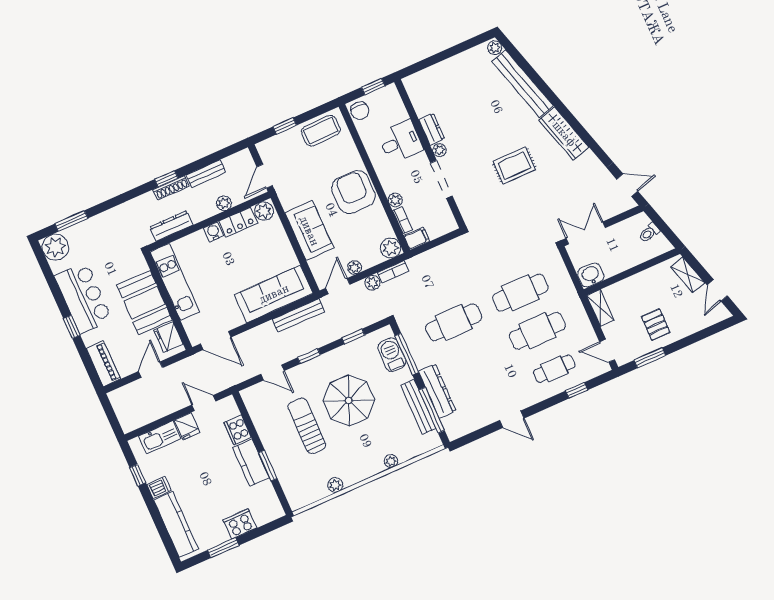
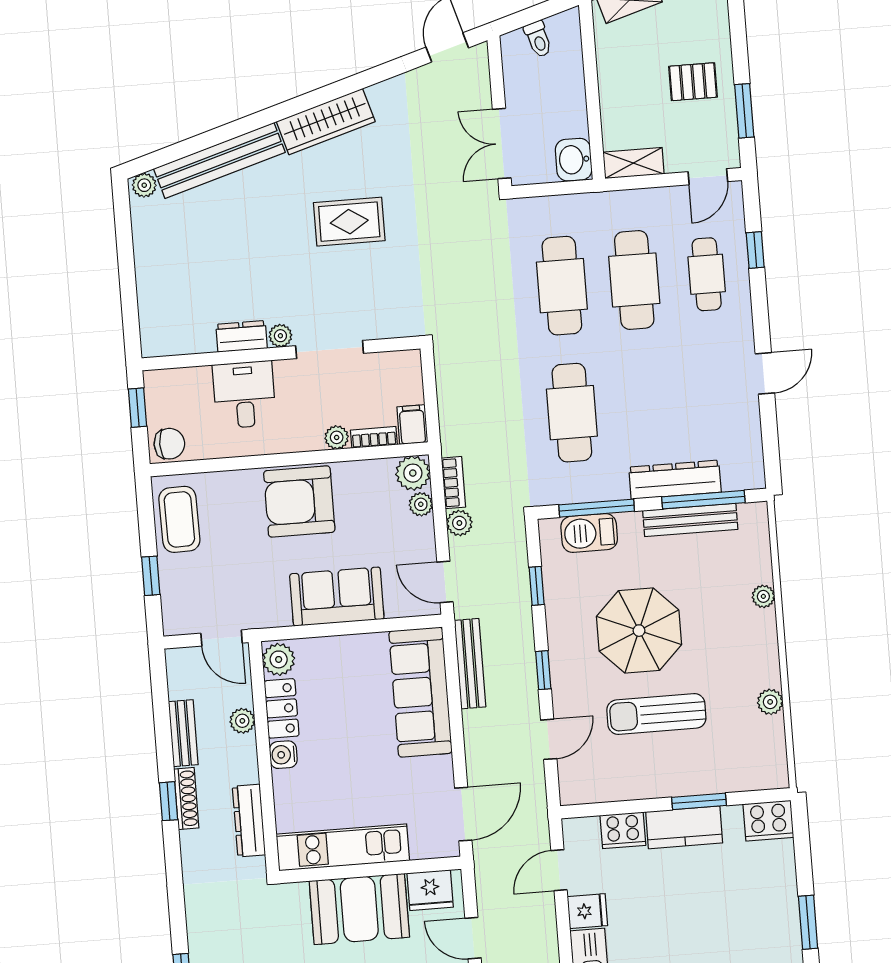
rug: (514, 165) -> (349, 222), turned 90
plant: (355, 267) -> (421, 504), moved
cooker: (240, 524) -> (768, 821), moved, turned -90

